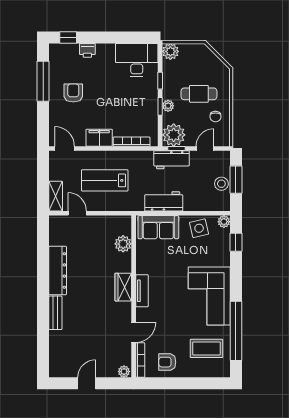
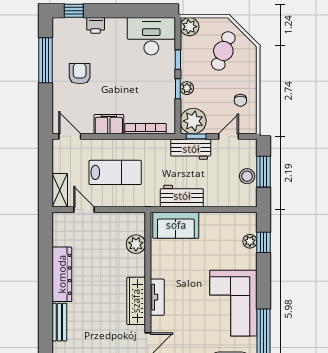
cafe table: (199, 94) -> (223, 51), moved, turned -69
lab bench: (105, 180) -> (115, 172), turned 180
plant: (224, 222) -> (250, 241), moved
side table: (199, 228) -> (222, 227), removed
wardrobe: (123, 287) -> (136, 301), width x1.50

